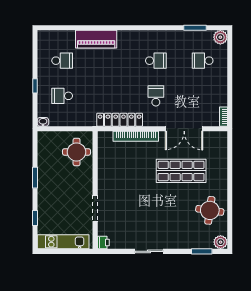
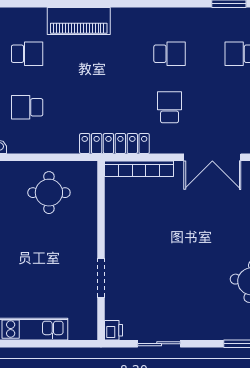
shop shelf: (181, 171) -> (208, 221), removed
wall: (95, 190) -> (101, 250), moved
doorway: (95, 208) -> (101, 278), moved
printer: (103, 243) -> (114, 330), moved

